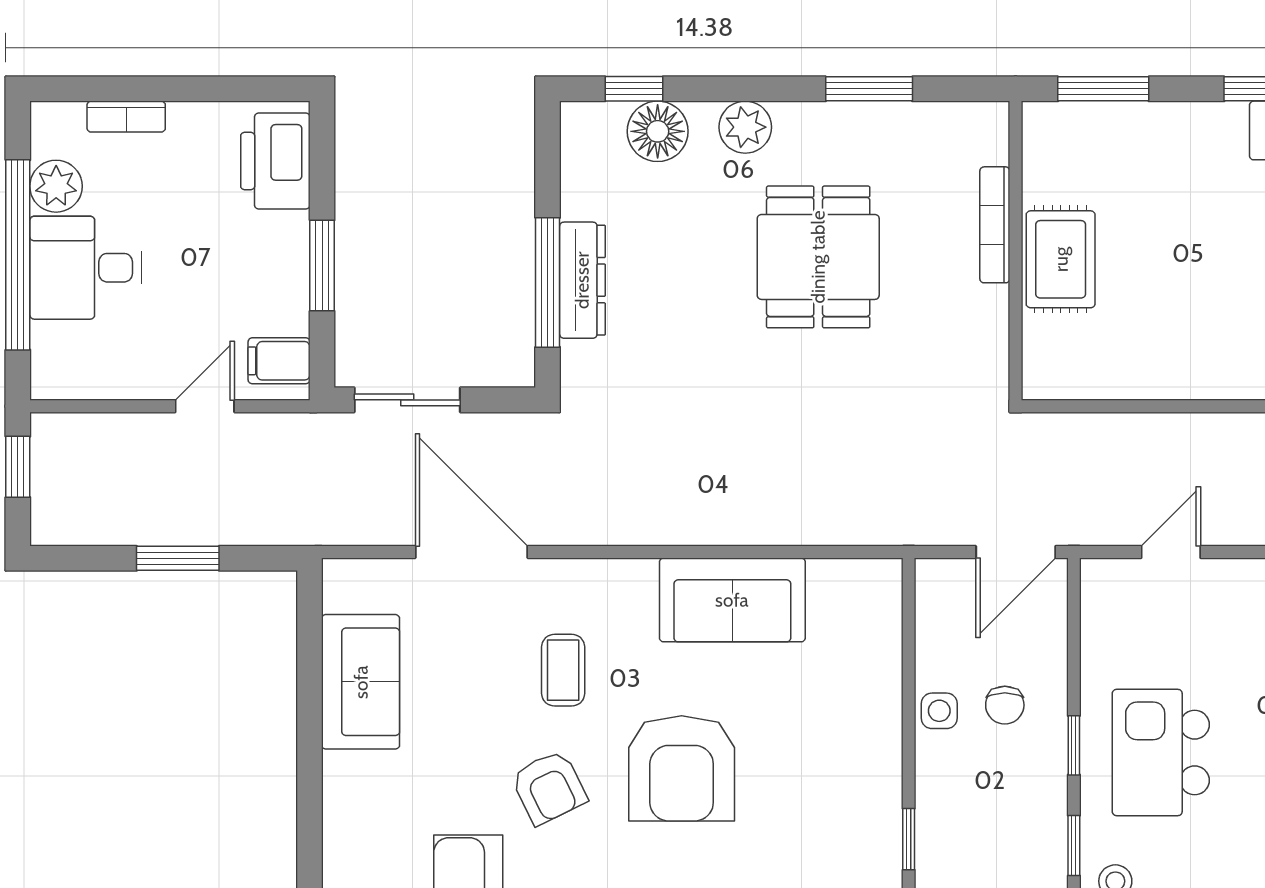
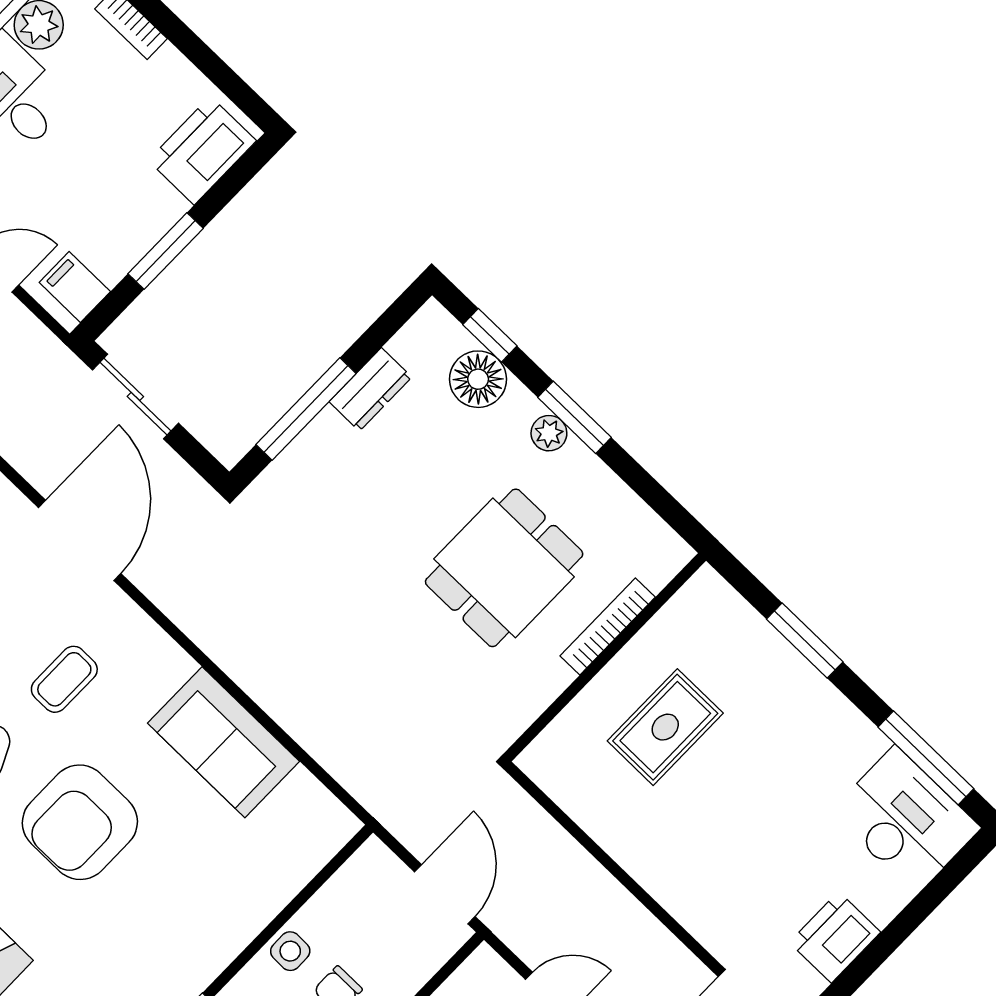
window: (869, 89) -> (575, 417), moved
plant: (745, 127) -> (549, 433), width x0.73, depth x0.73
bookcase: (995, 225) -> (608, 626), moved
wall: (1016, 251) -> (605, 657), moved
dresser: (582, 280) -> (370, 389), moved, width x0.70
door: (1016, 552) -> (445, 894), swing flipped

